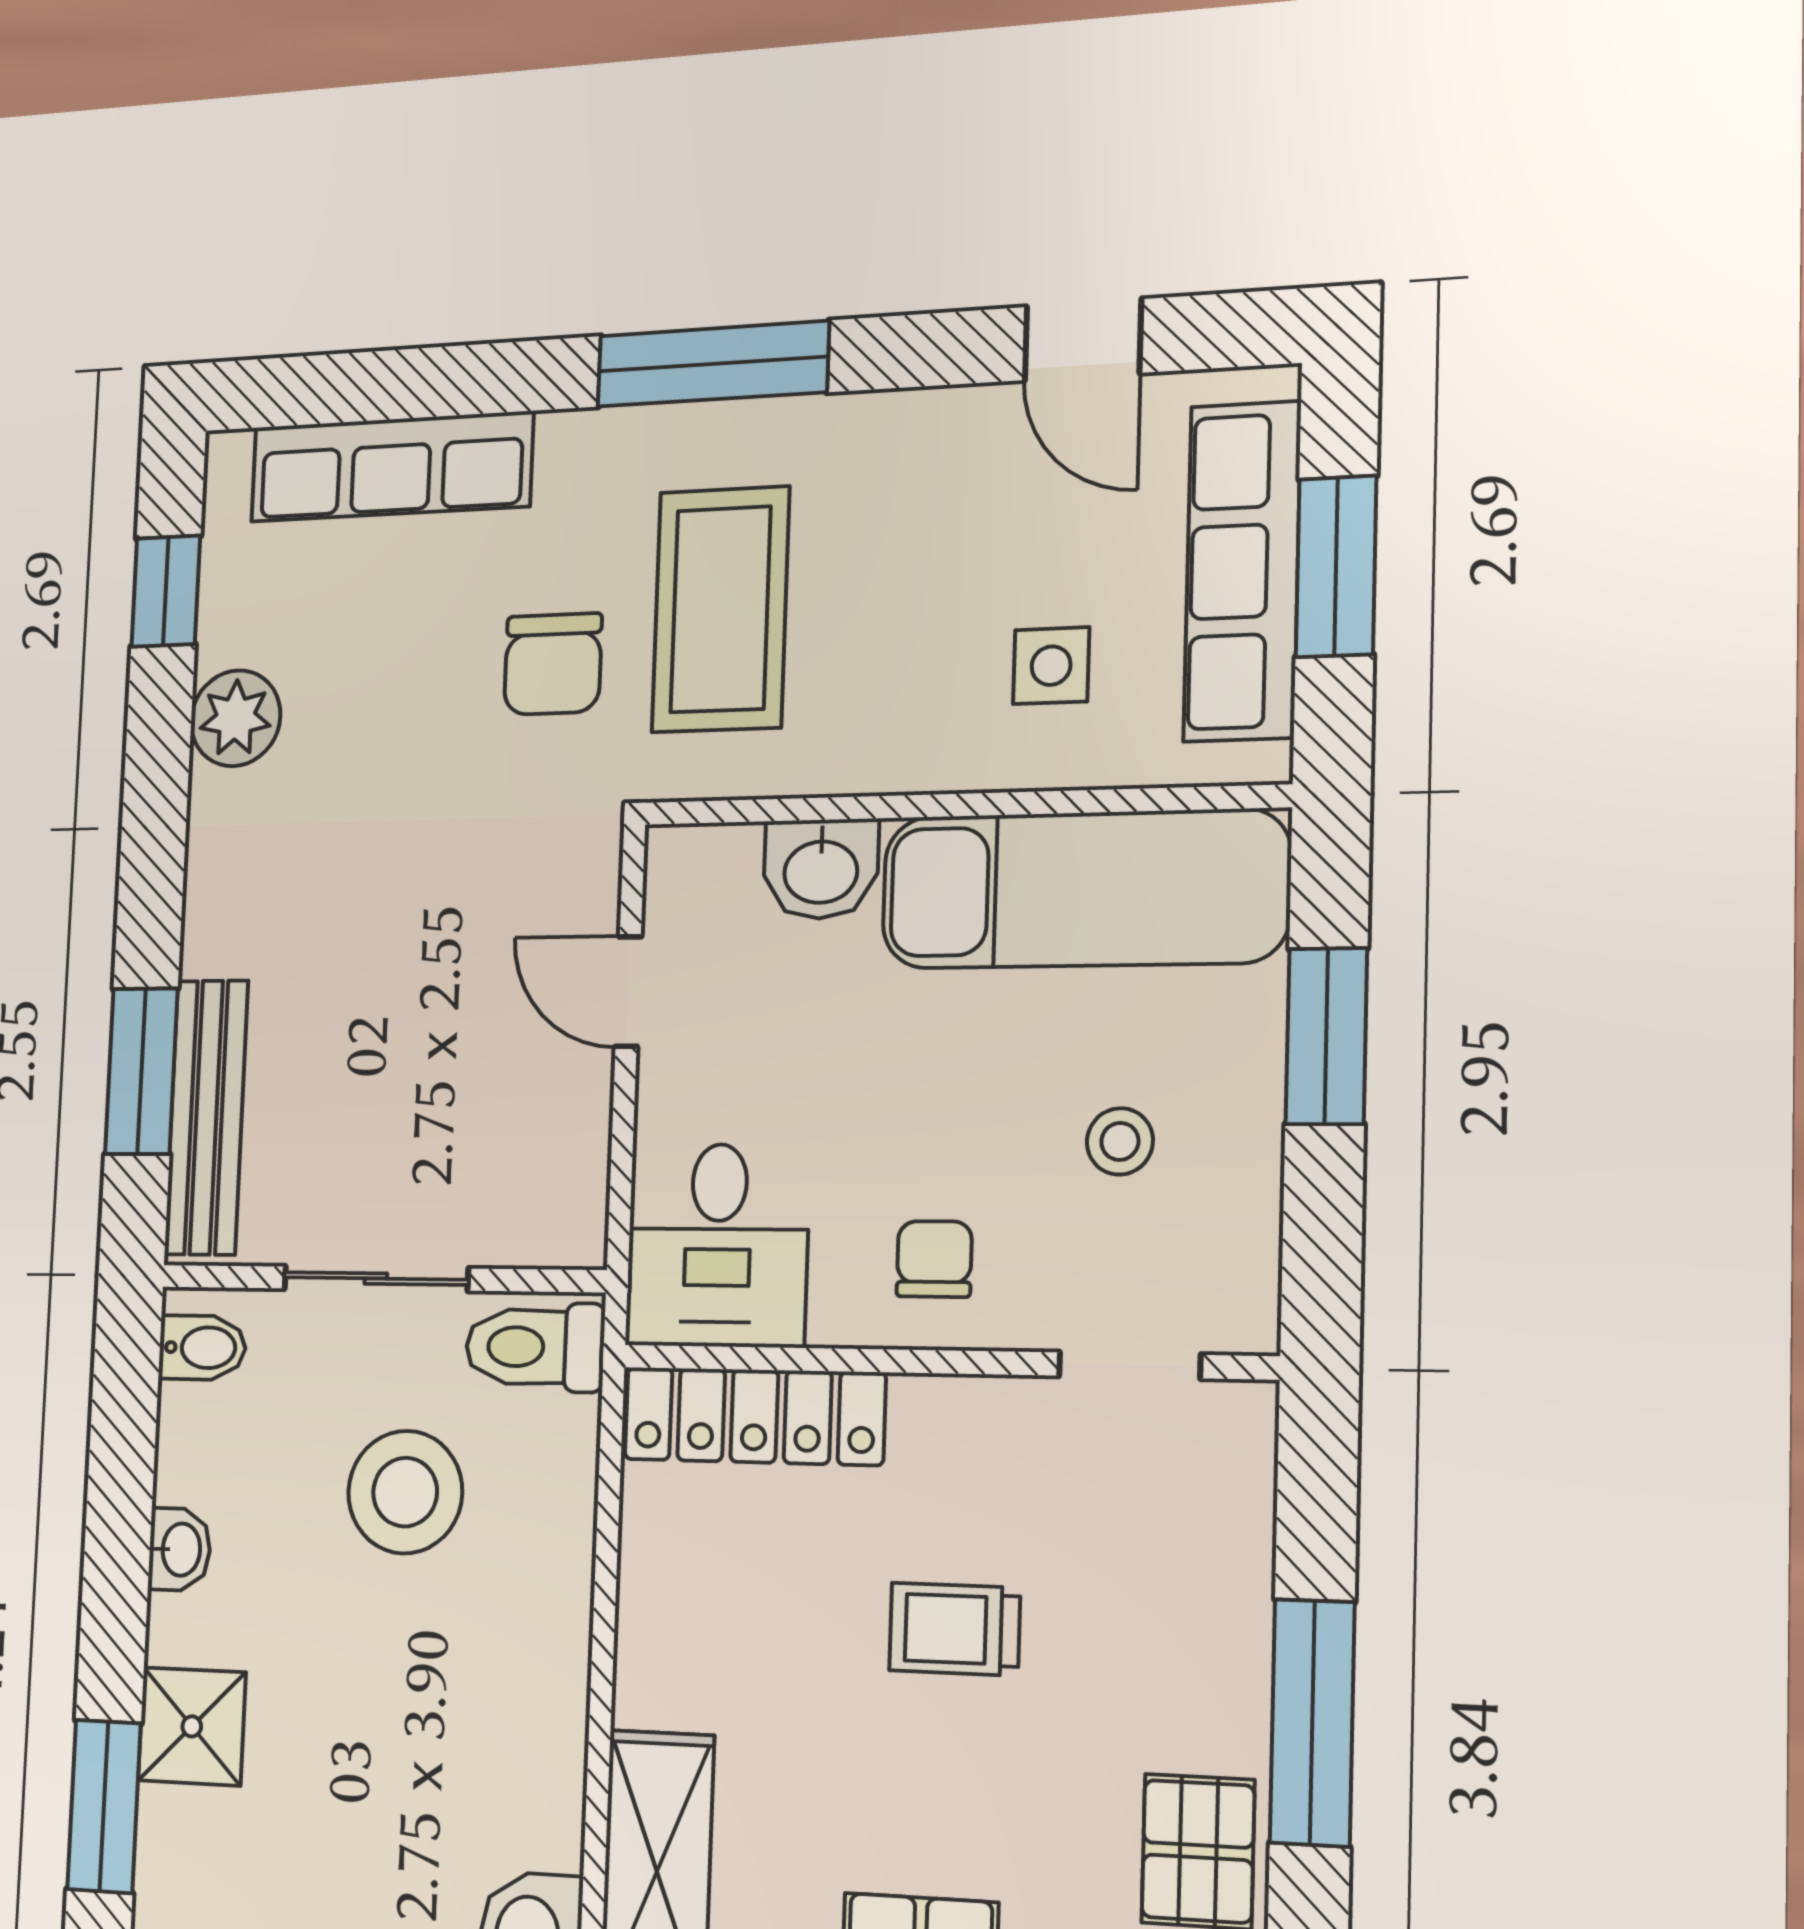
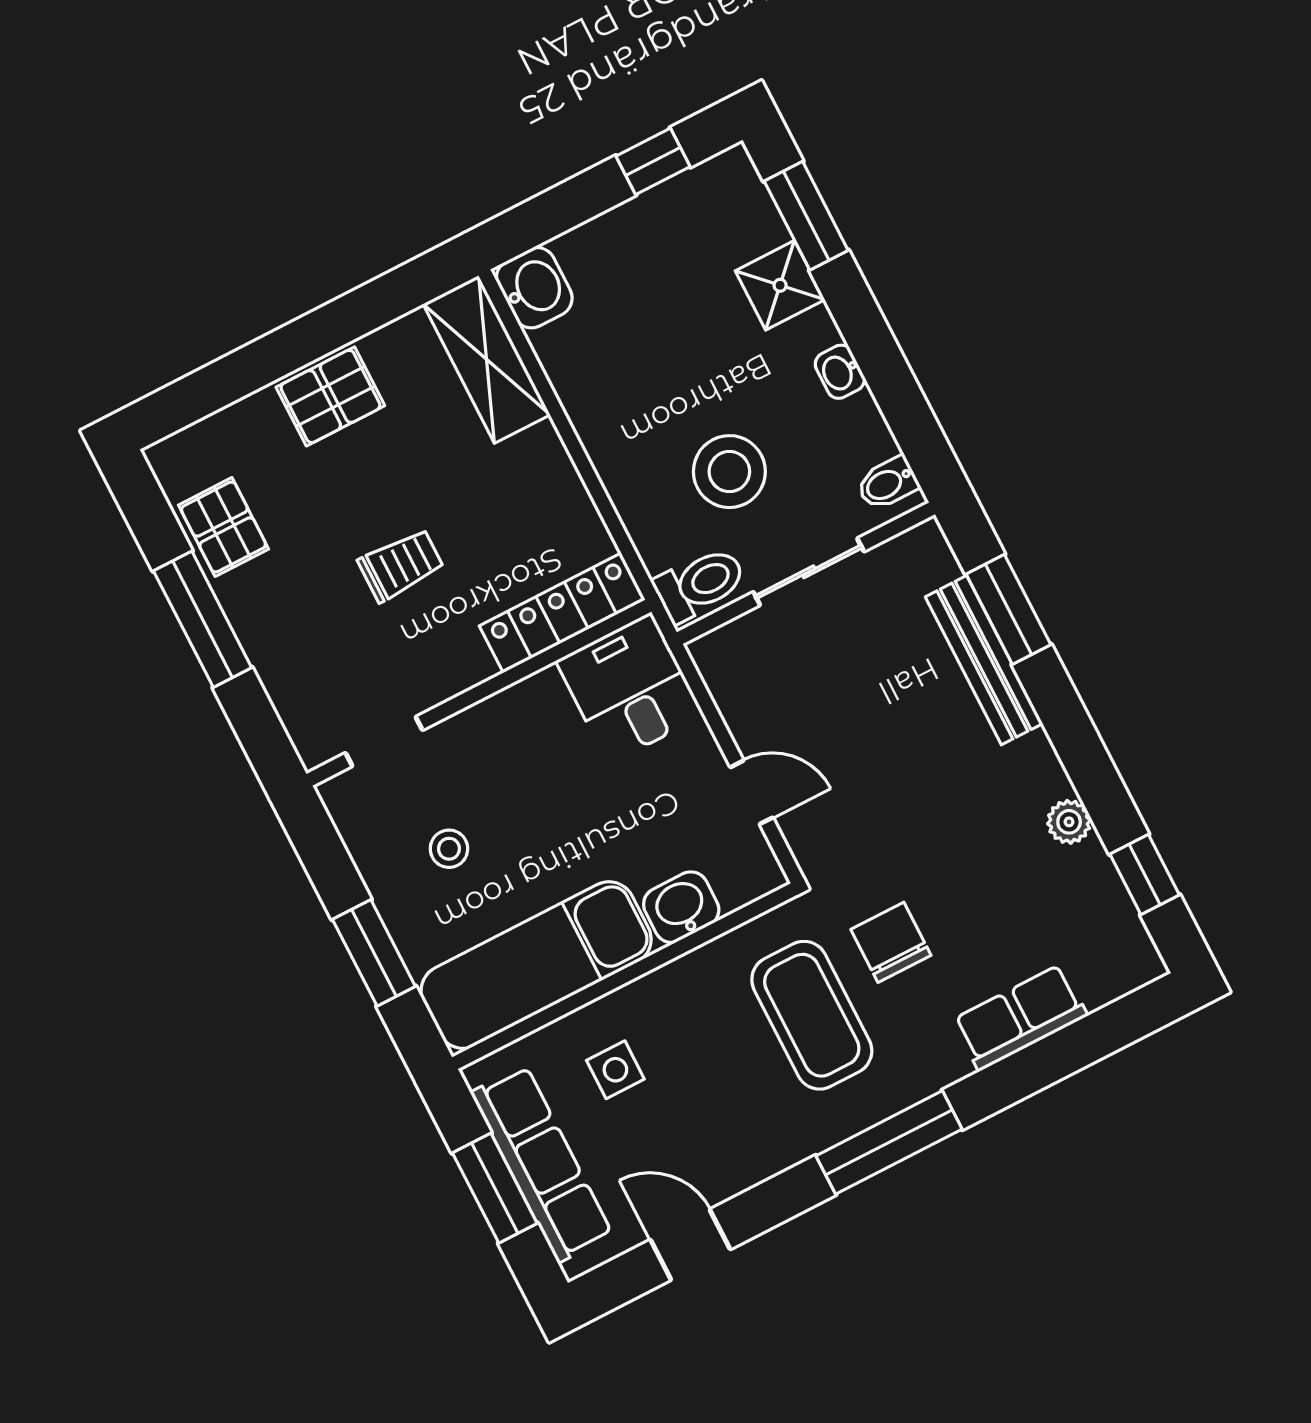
row of seats: (391, 467) -> (1020, 1018), width x0.68
plant: (236, 718) -> (1069, 822), width x0.73, depth x0.73
bench: (206, 1117) -> (984, 660), moved
chair: (934, 1259) -> (512, 741), removed

